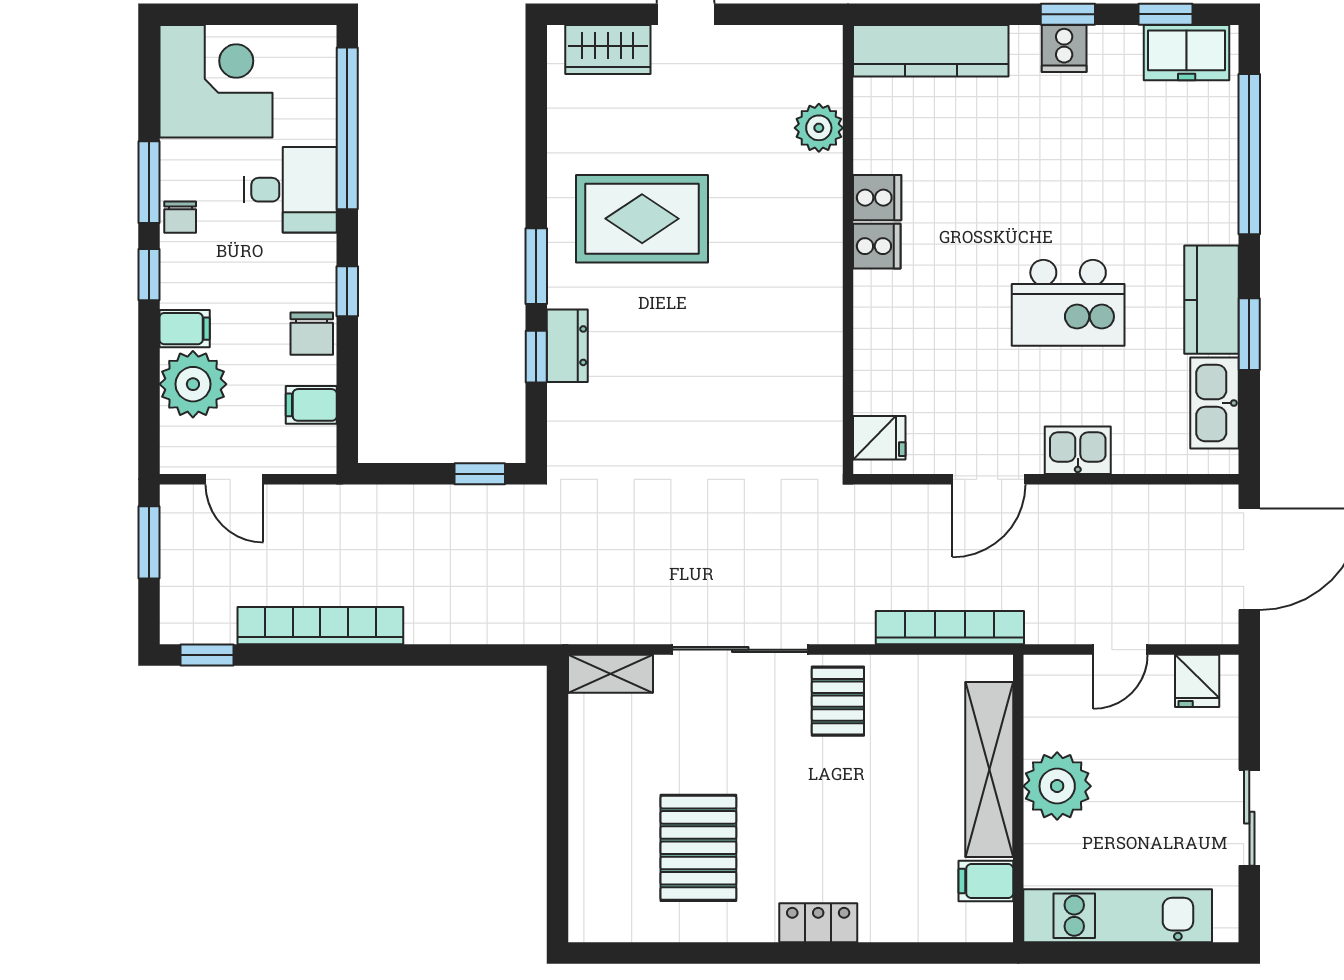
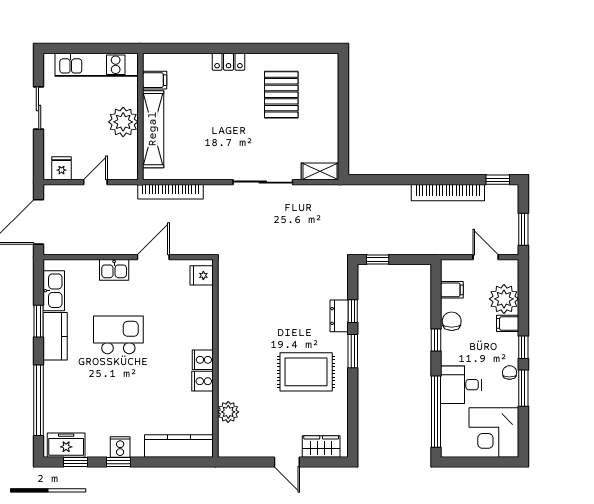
pallet: (838, 701) -> (220, 159), removed

